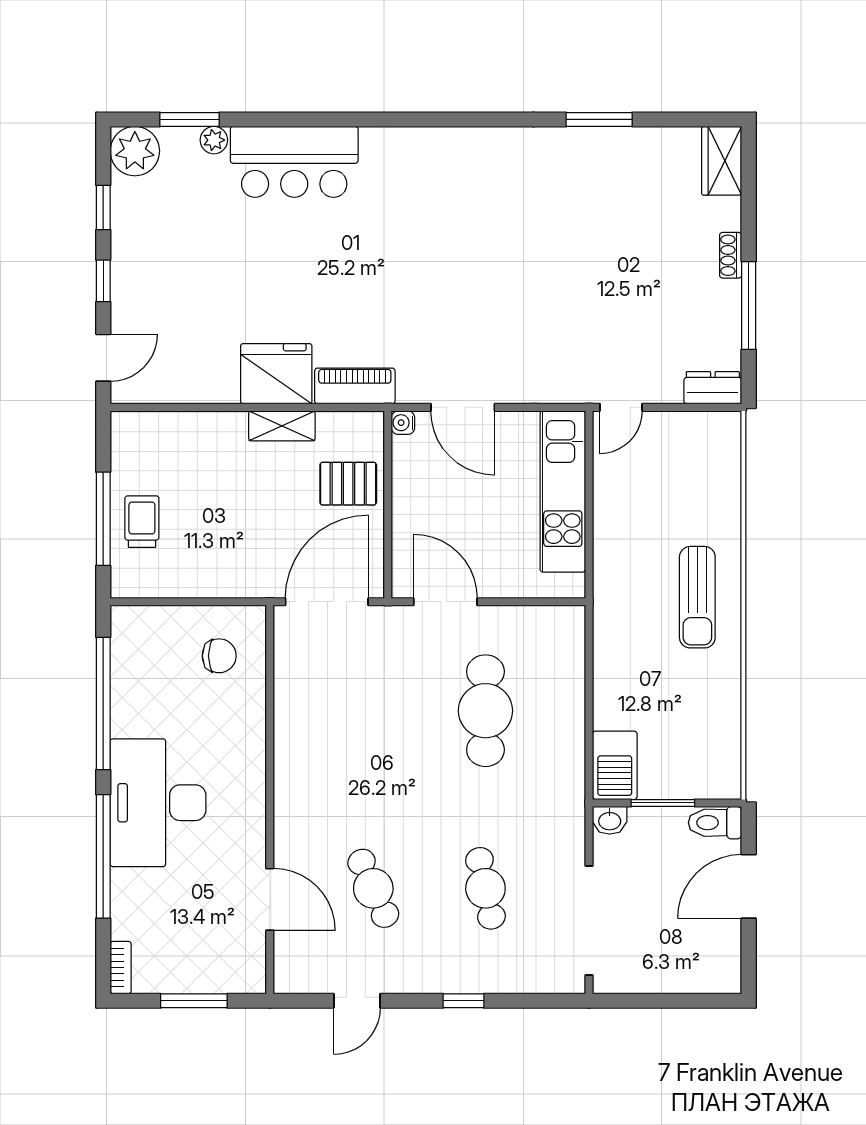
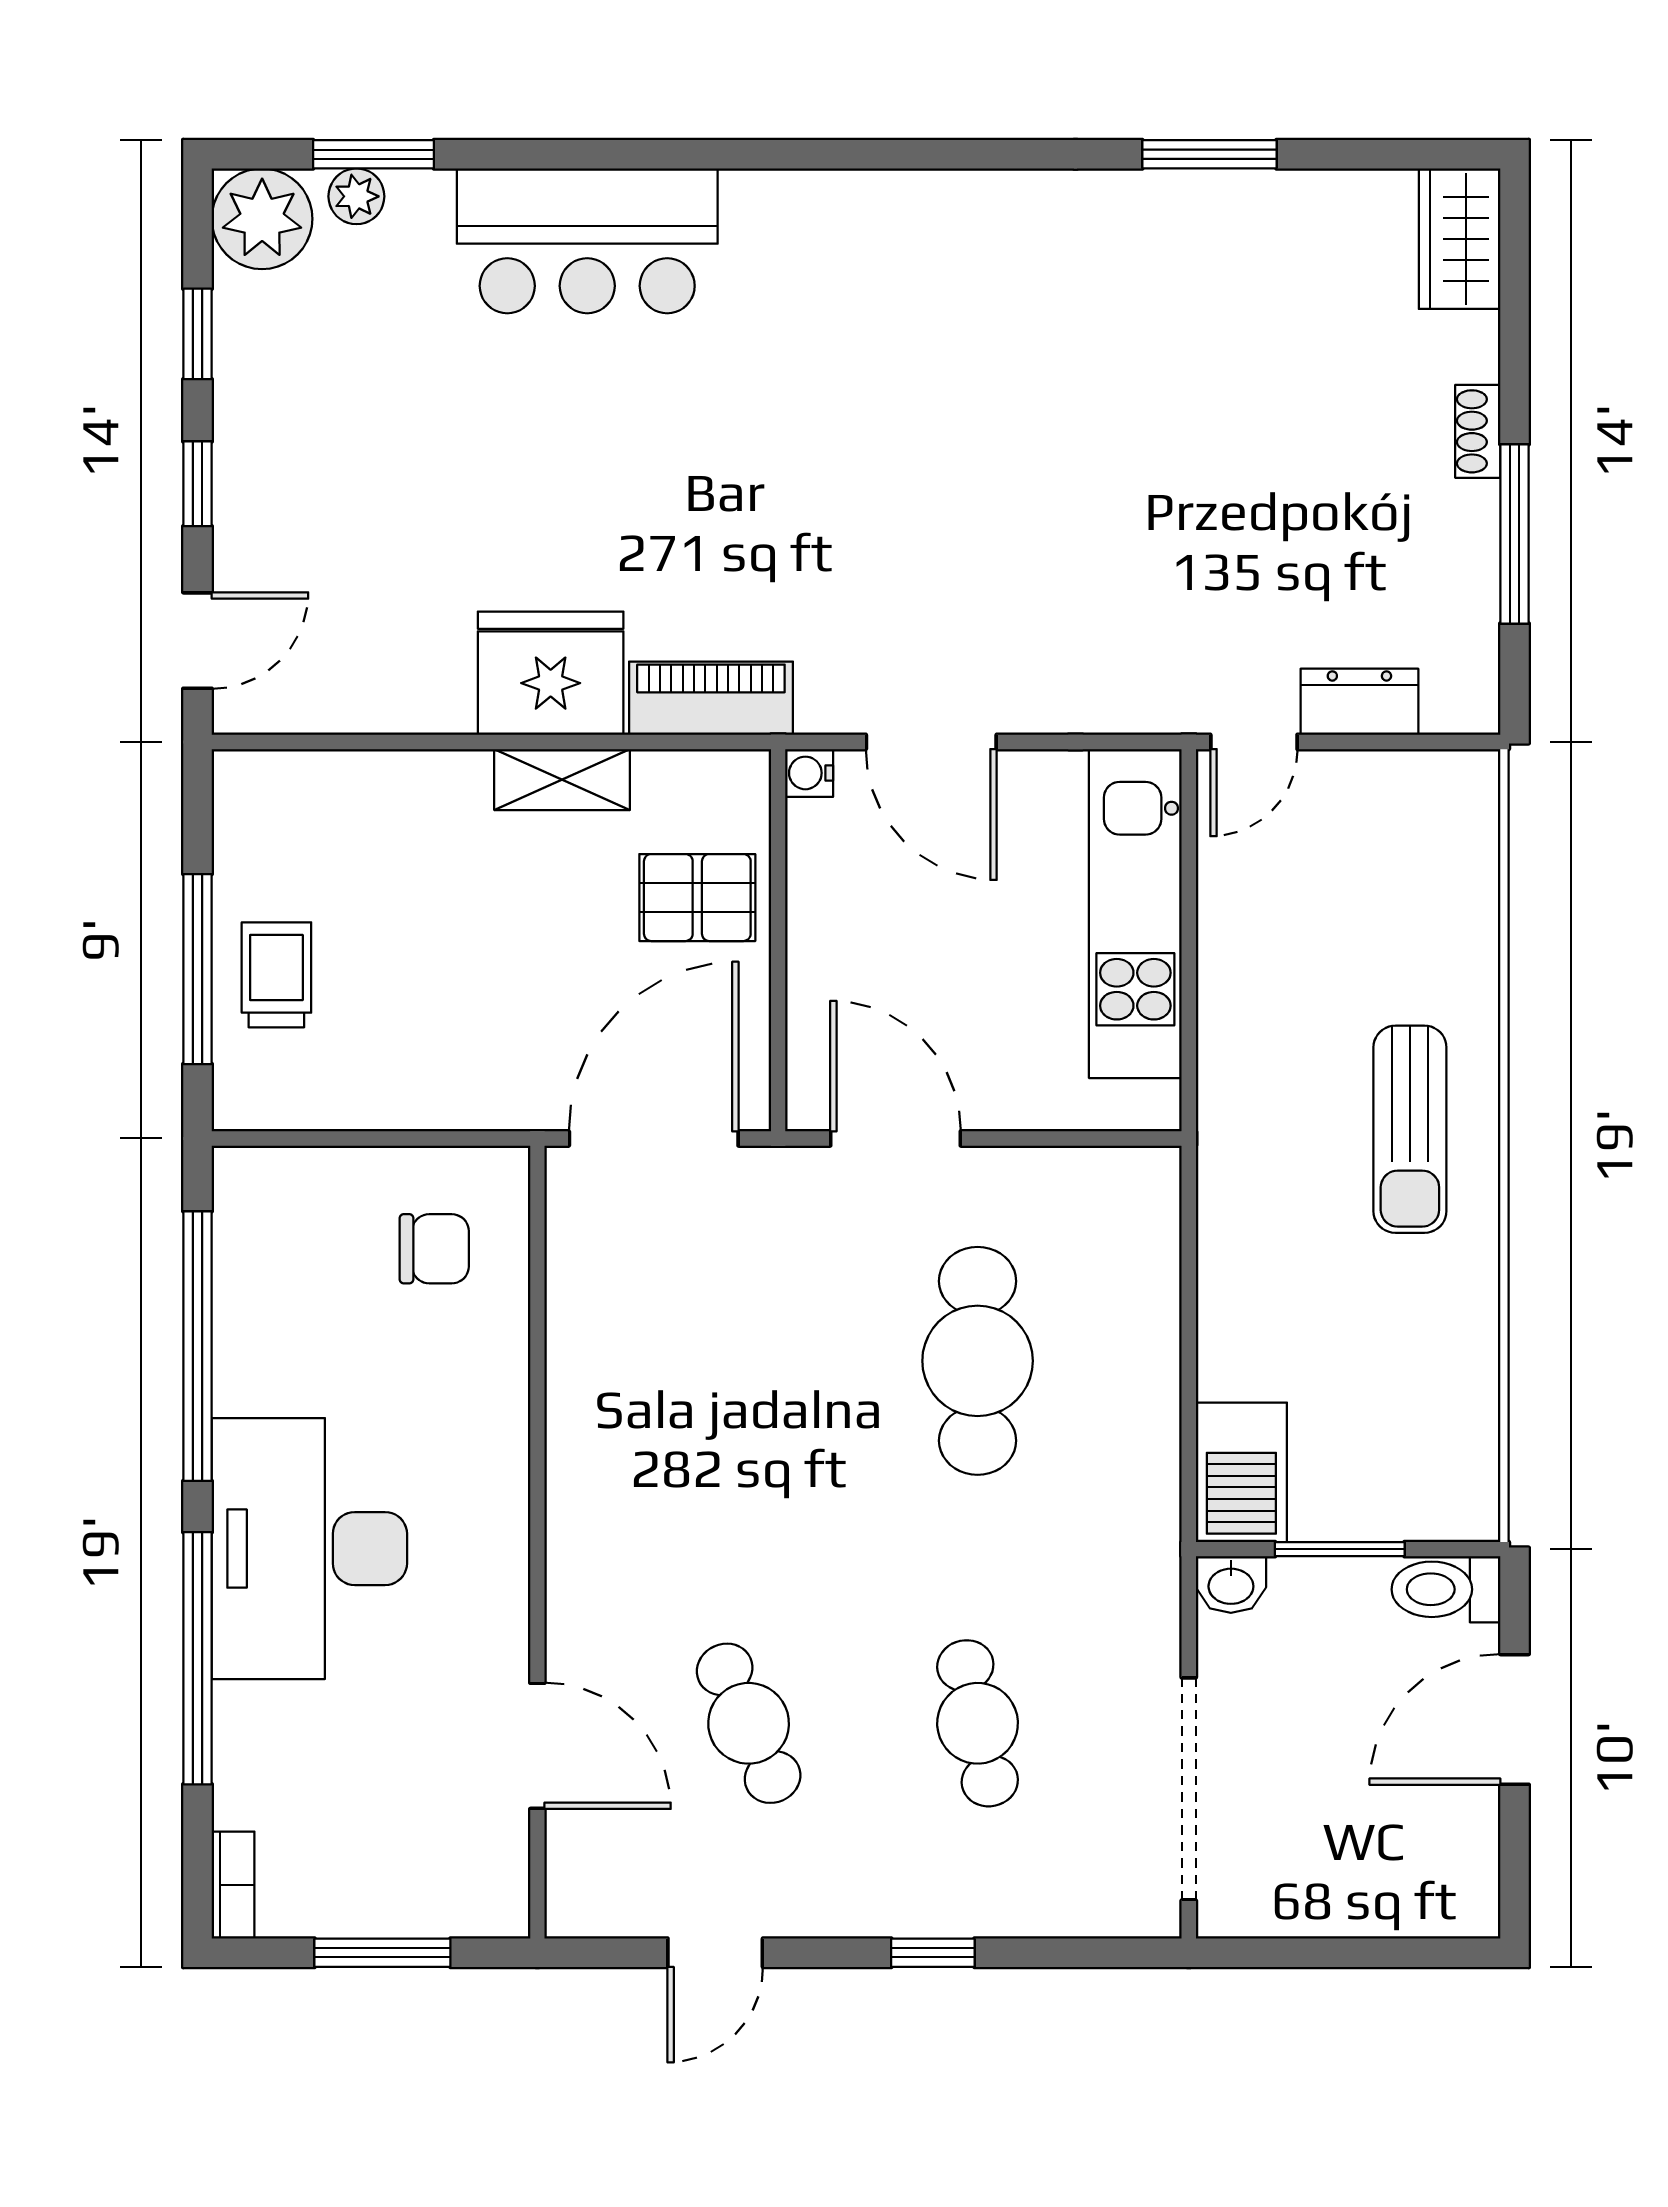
plant: (214, 140) -> (356, 196), moved
dresser: (713, 388) -> (1359, 702), moved

